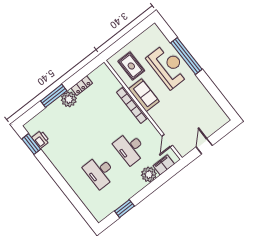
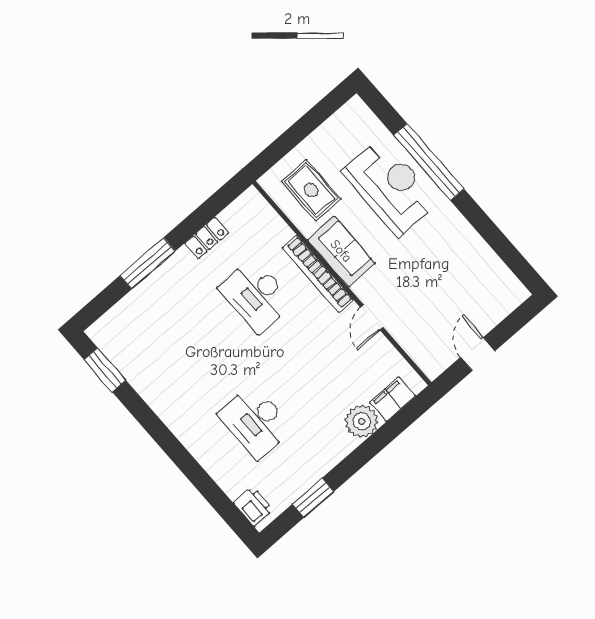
plant: (69, 99) -> (181, 269), removed
printer: (41, 139) -> (254, 506), moved
door: (167, 141) -> (372, 317), moved
desk: (130, 148) -> (256, 295), moved

